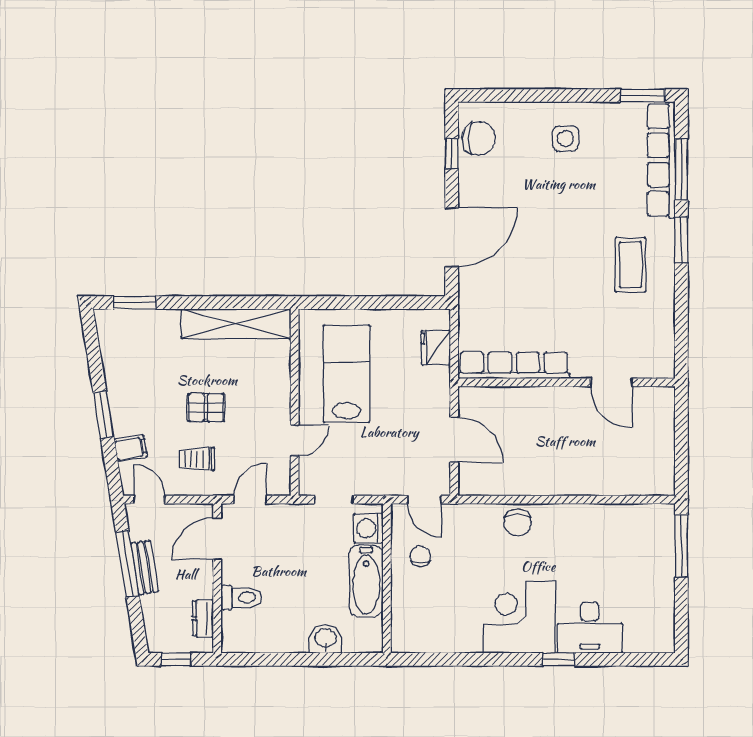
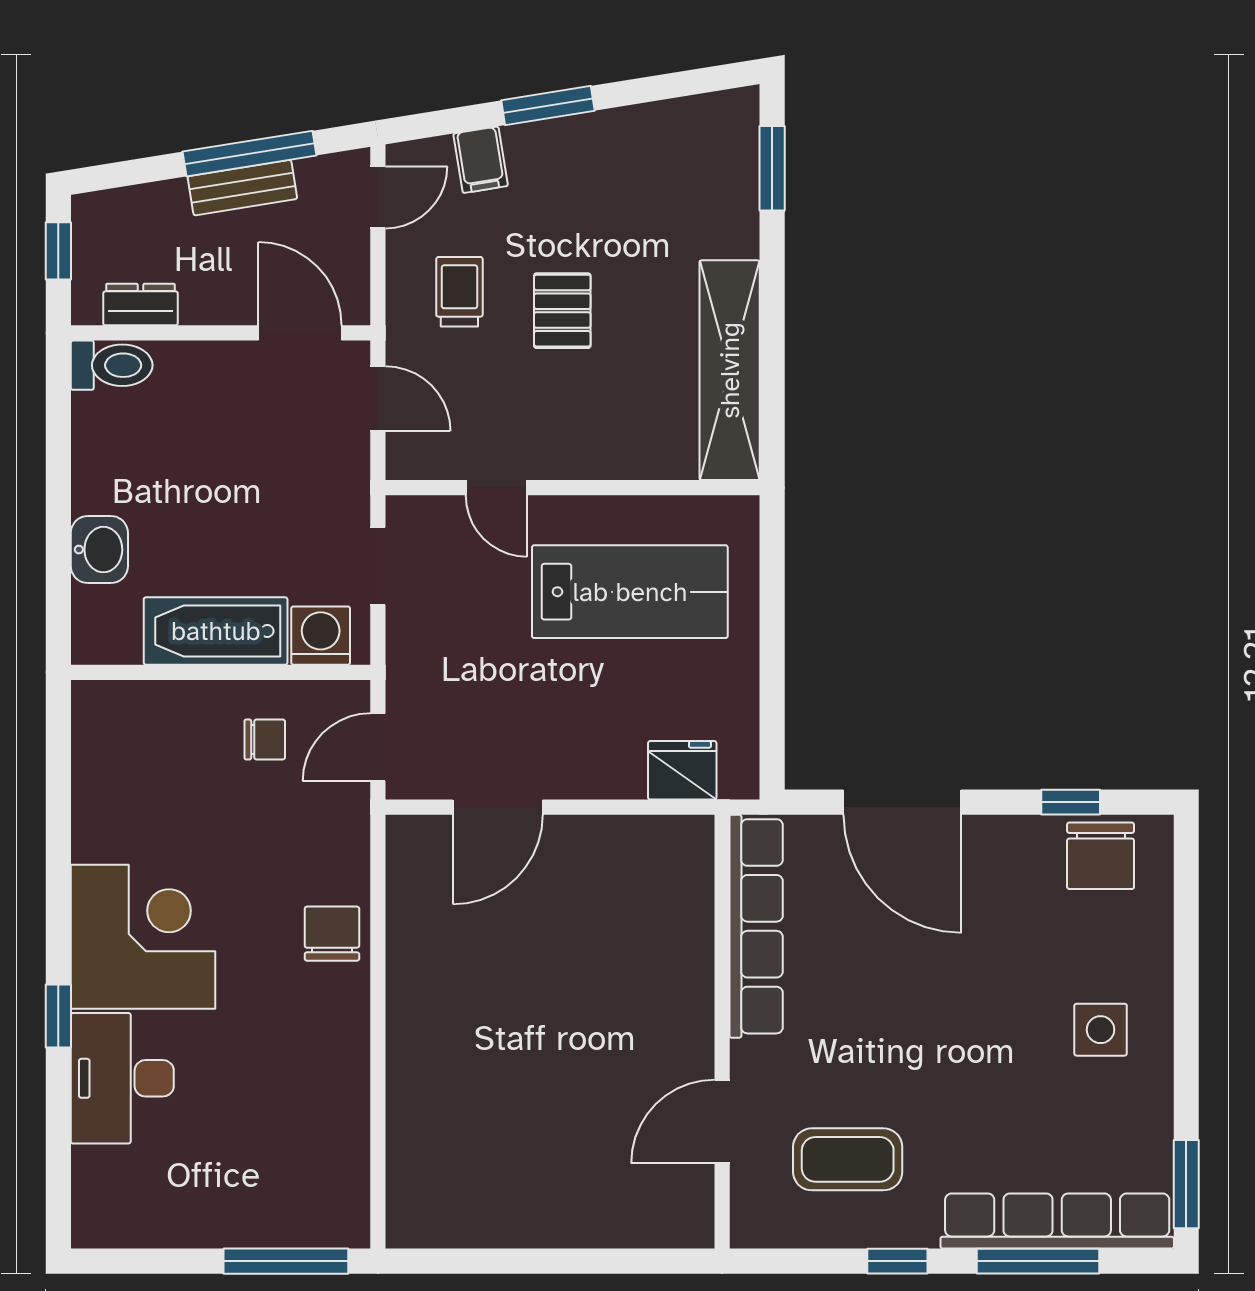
window: (681, 240) -> (897, 1261), width x0.67
row of seats: (514, 365) -> (756, 926), moved
wall: (567, 382) -> (722, 1032), moved
door: (611, 382) -> (722, 1122), moved
chair: (518, 523) -> (332, 934), turned 90
toilet: (241, 597) -> (112, 365), moved, turned -90

